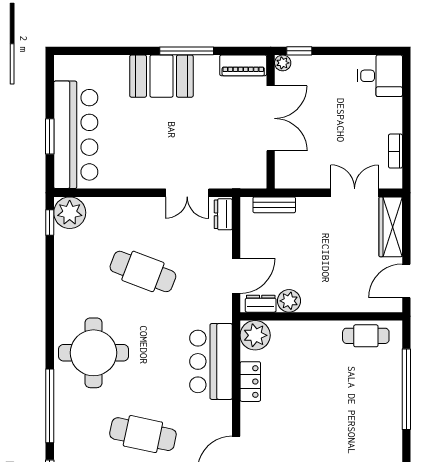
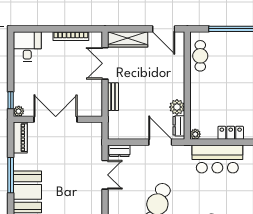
bookcase: (395, 151) -> (71, 36), width x1.56
bench: (274, 205) -> (113, 97), moved
plant: (255, 335) -> (195, 134), width x0.53, depth x0.53

